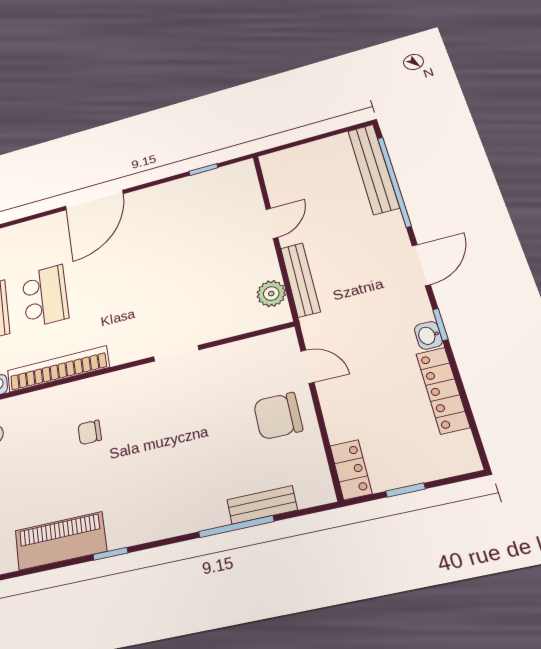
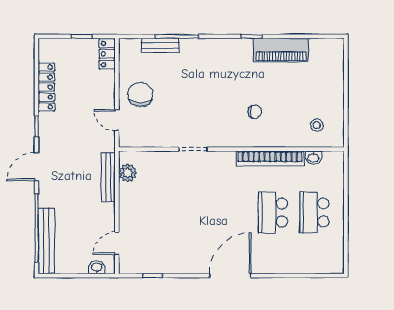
door: (272, 223) -> (117, 243), moved
washbasin: (428, 335) -> (97, 267), moved, turned -90
chair: (278, 416) -> (140, 94), turned -90

